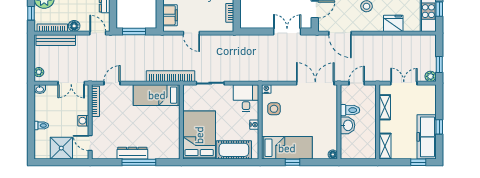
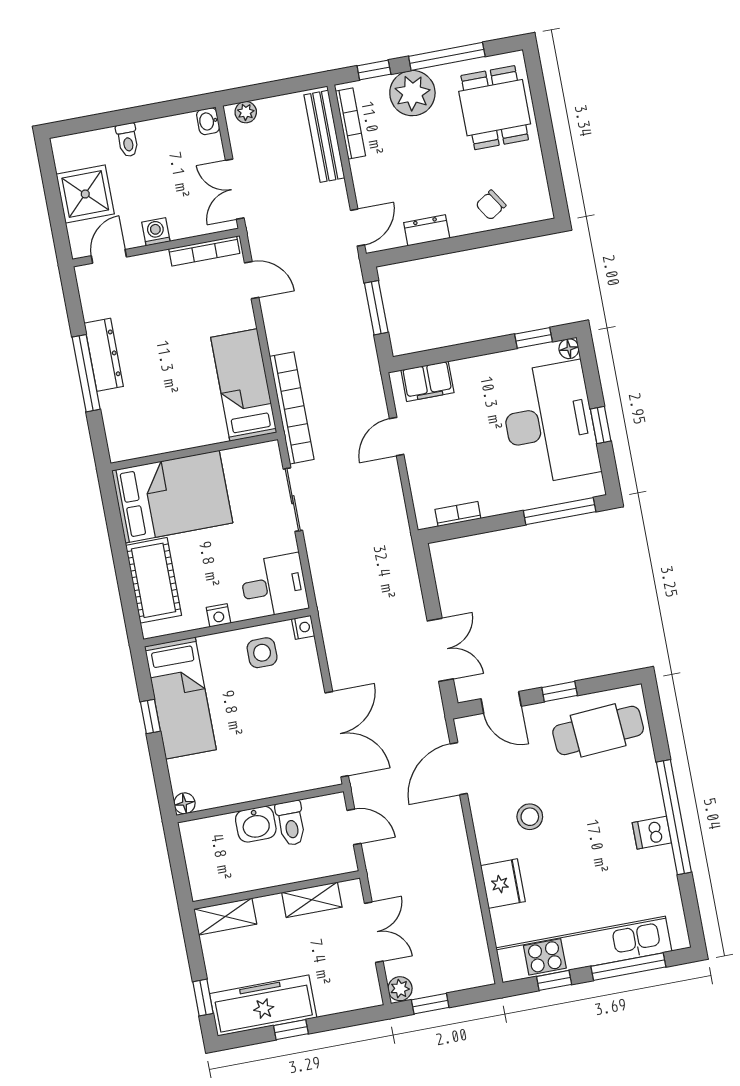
floor lamp: (74, 26) -> (364, 172), removed

